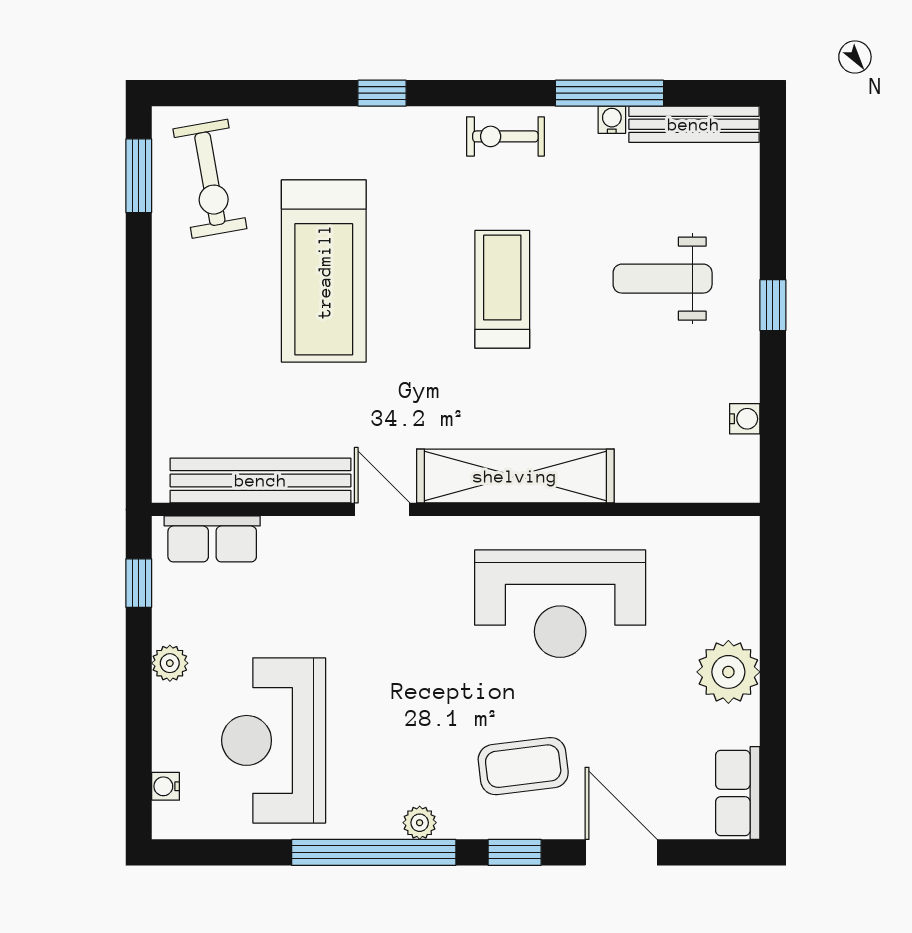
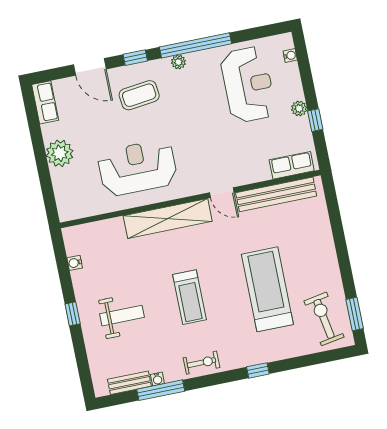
bench: (694, 124) -> (129, 383), width x0.73
window: (139, 583) -> (315, 120), moved

